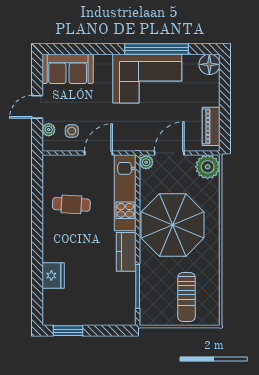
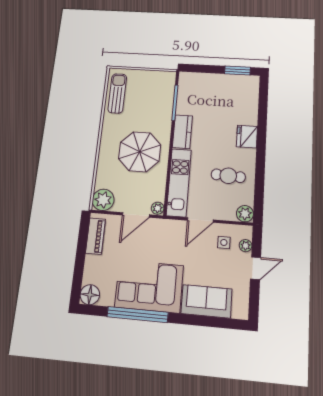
sofa: (68, 69) -> (206, 301), moved
plant: (51, 164) -> (245, 214), added
parasol: (173, 225) -> (140, 152), width x0.73, depth x0.73
fridge: (53, 276) -> (247, 137), moved
sun lounger: (186, 297) -> (117, 93), moved

